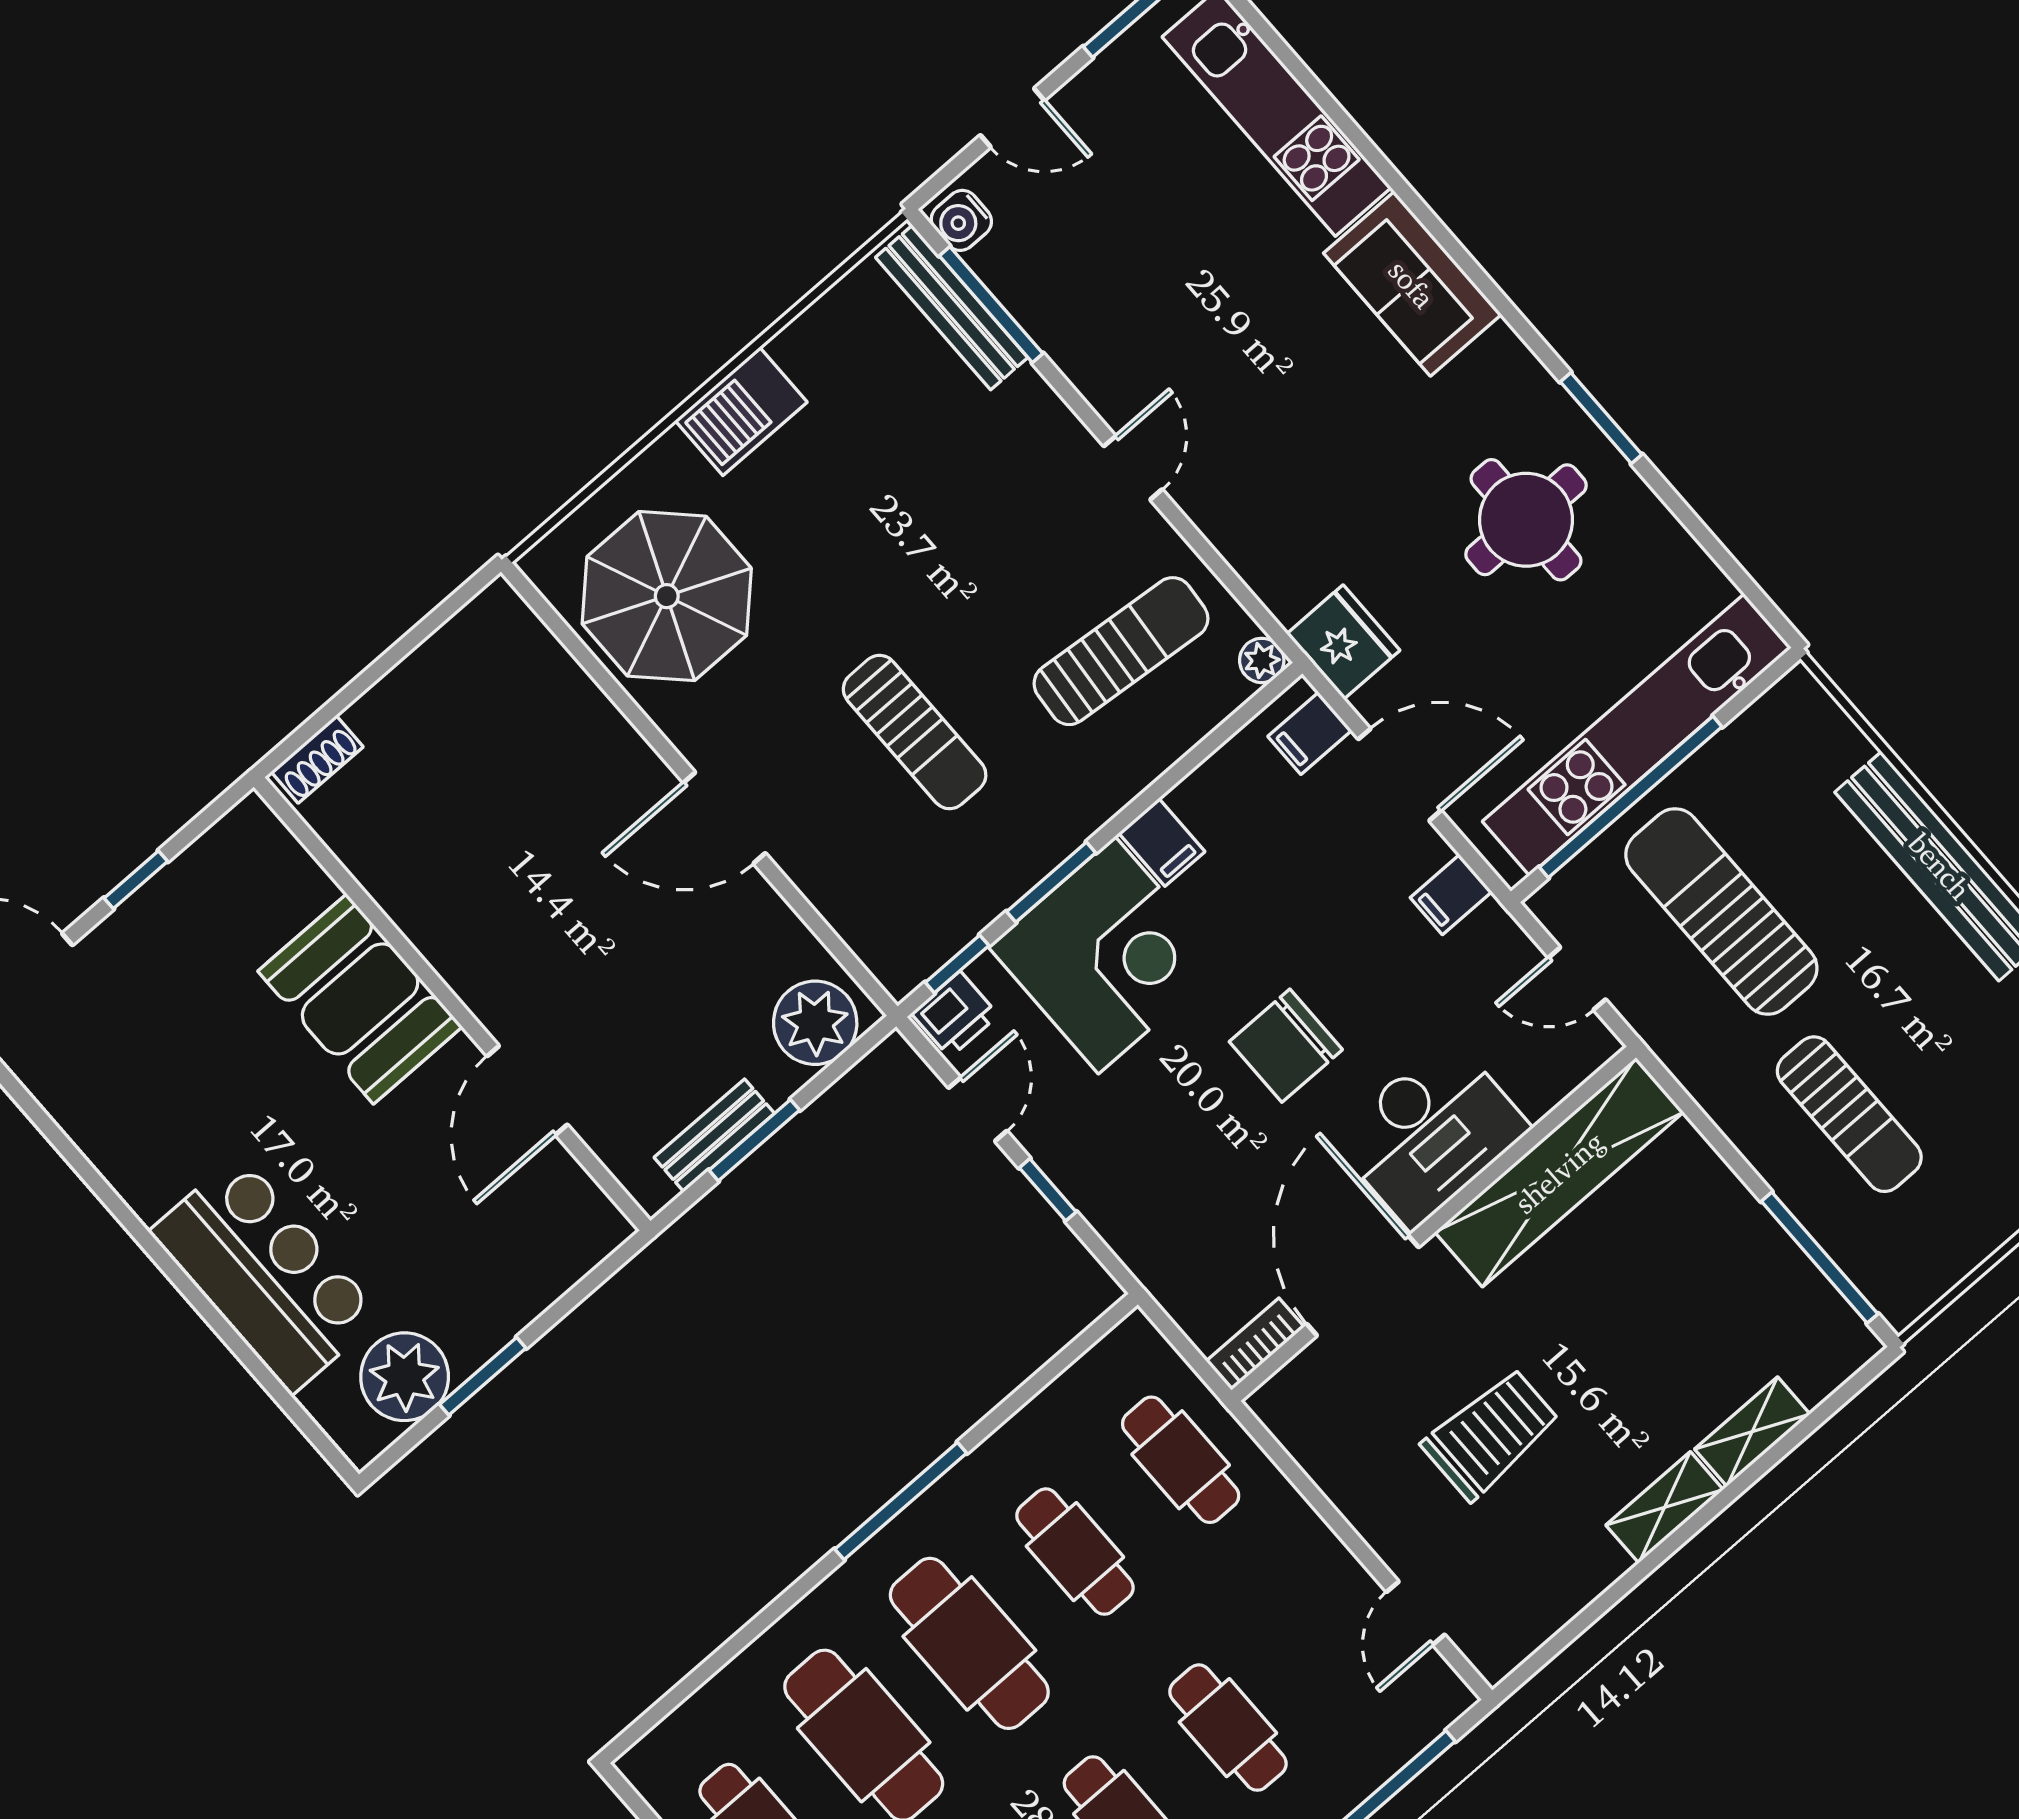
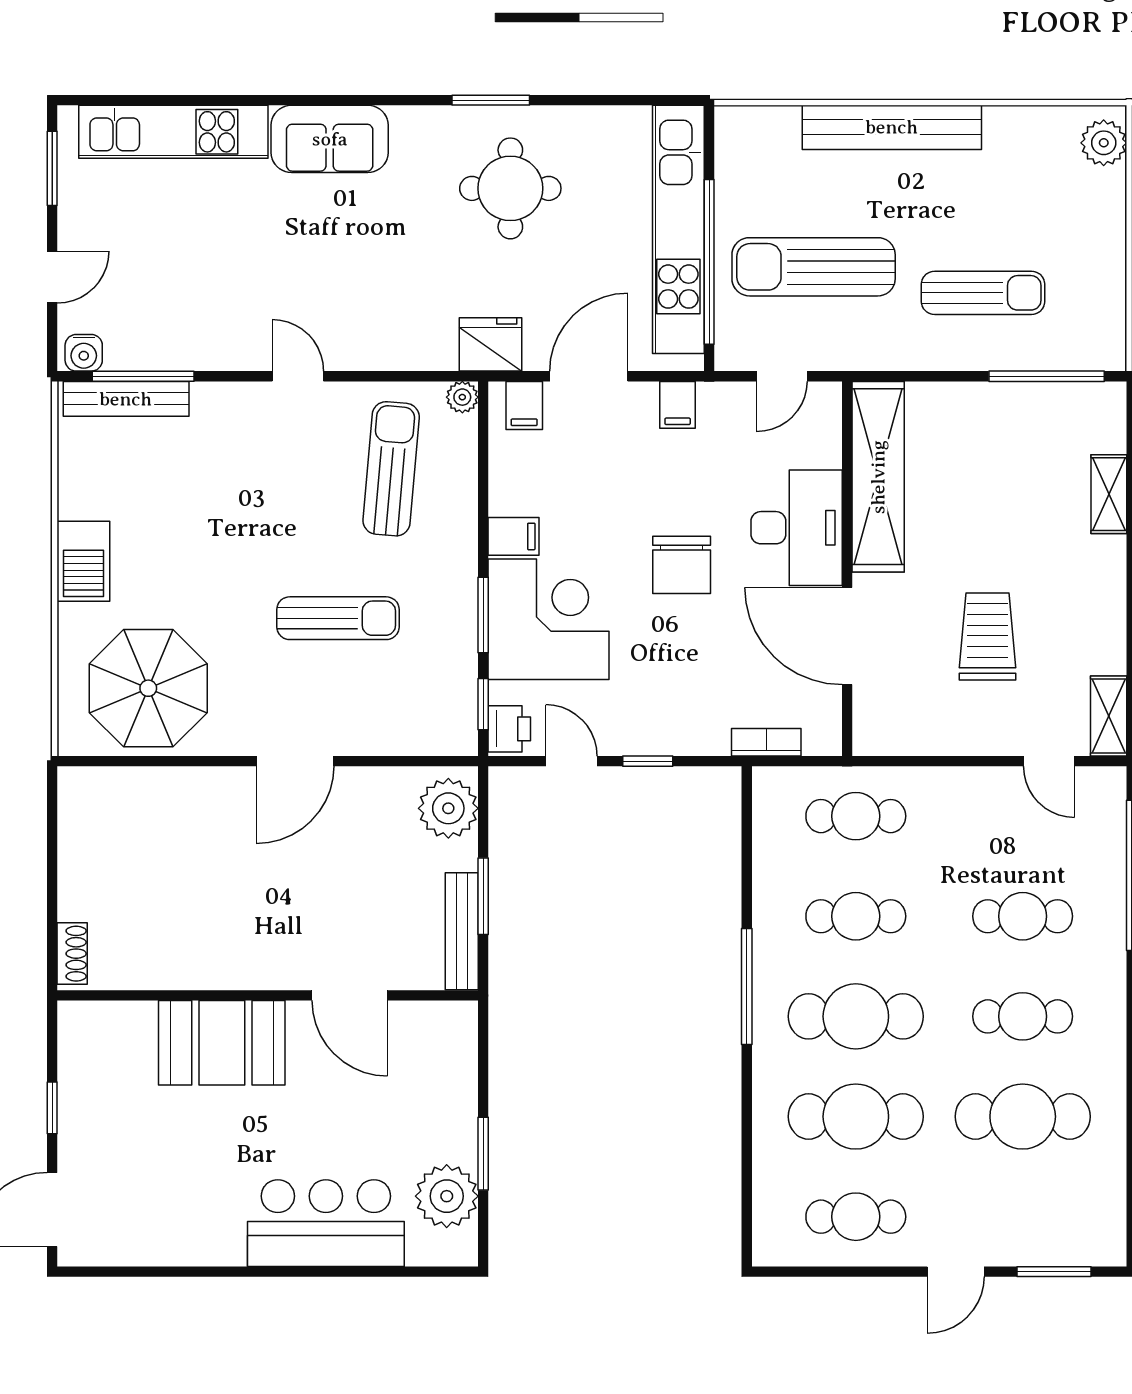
bench: (714, 1135) -> (462, 931), width x1.36
bookcase: (1255, 1344) -> (766, 742), moved, turned 90
shelving: (1665, 1507) -> (1109, 716), moved

